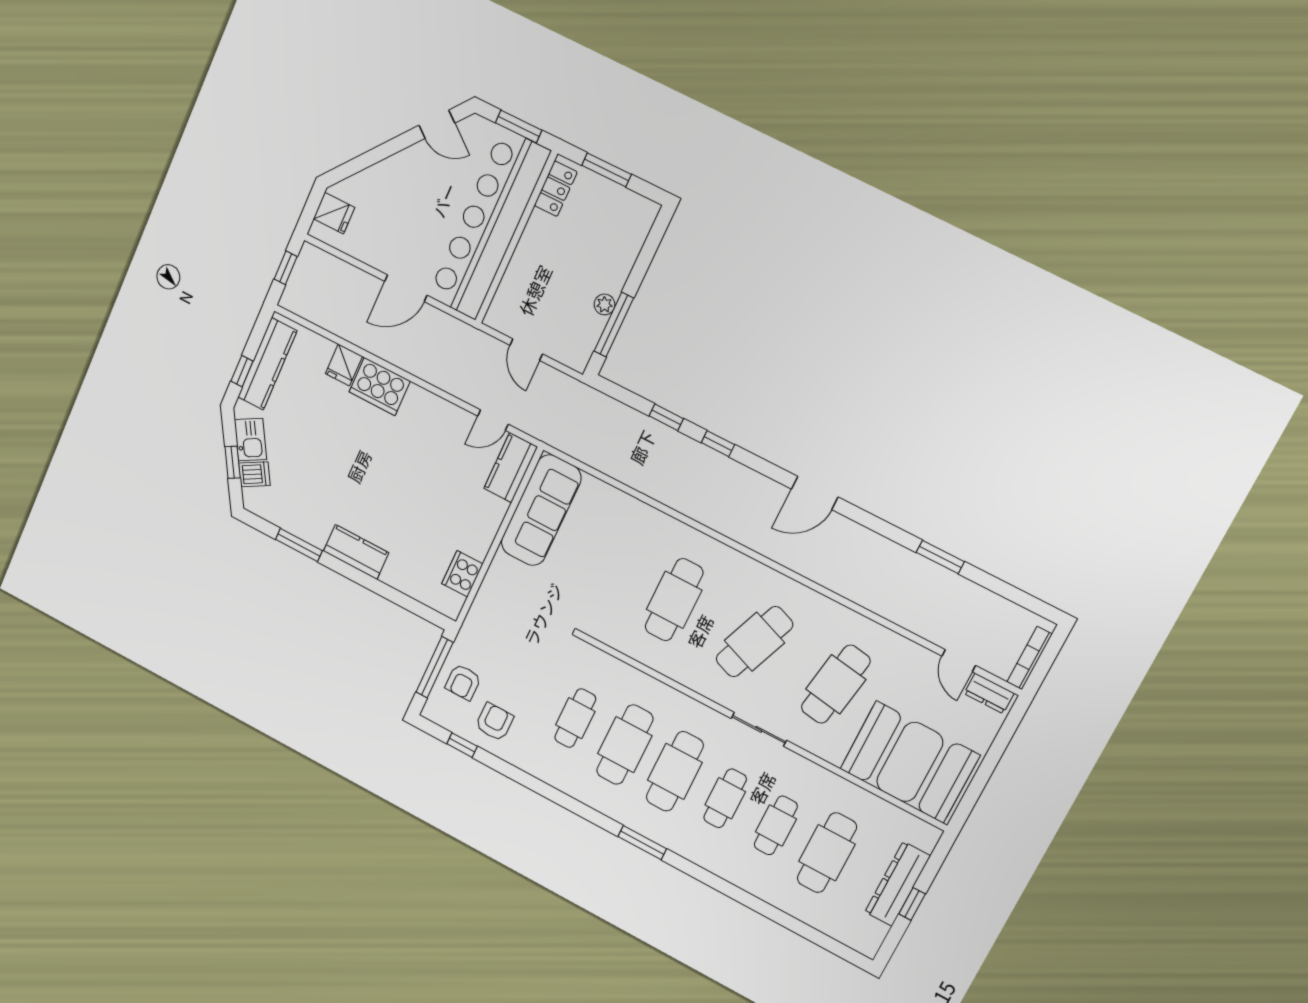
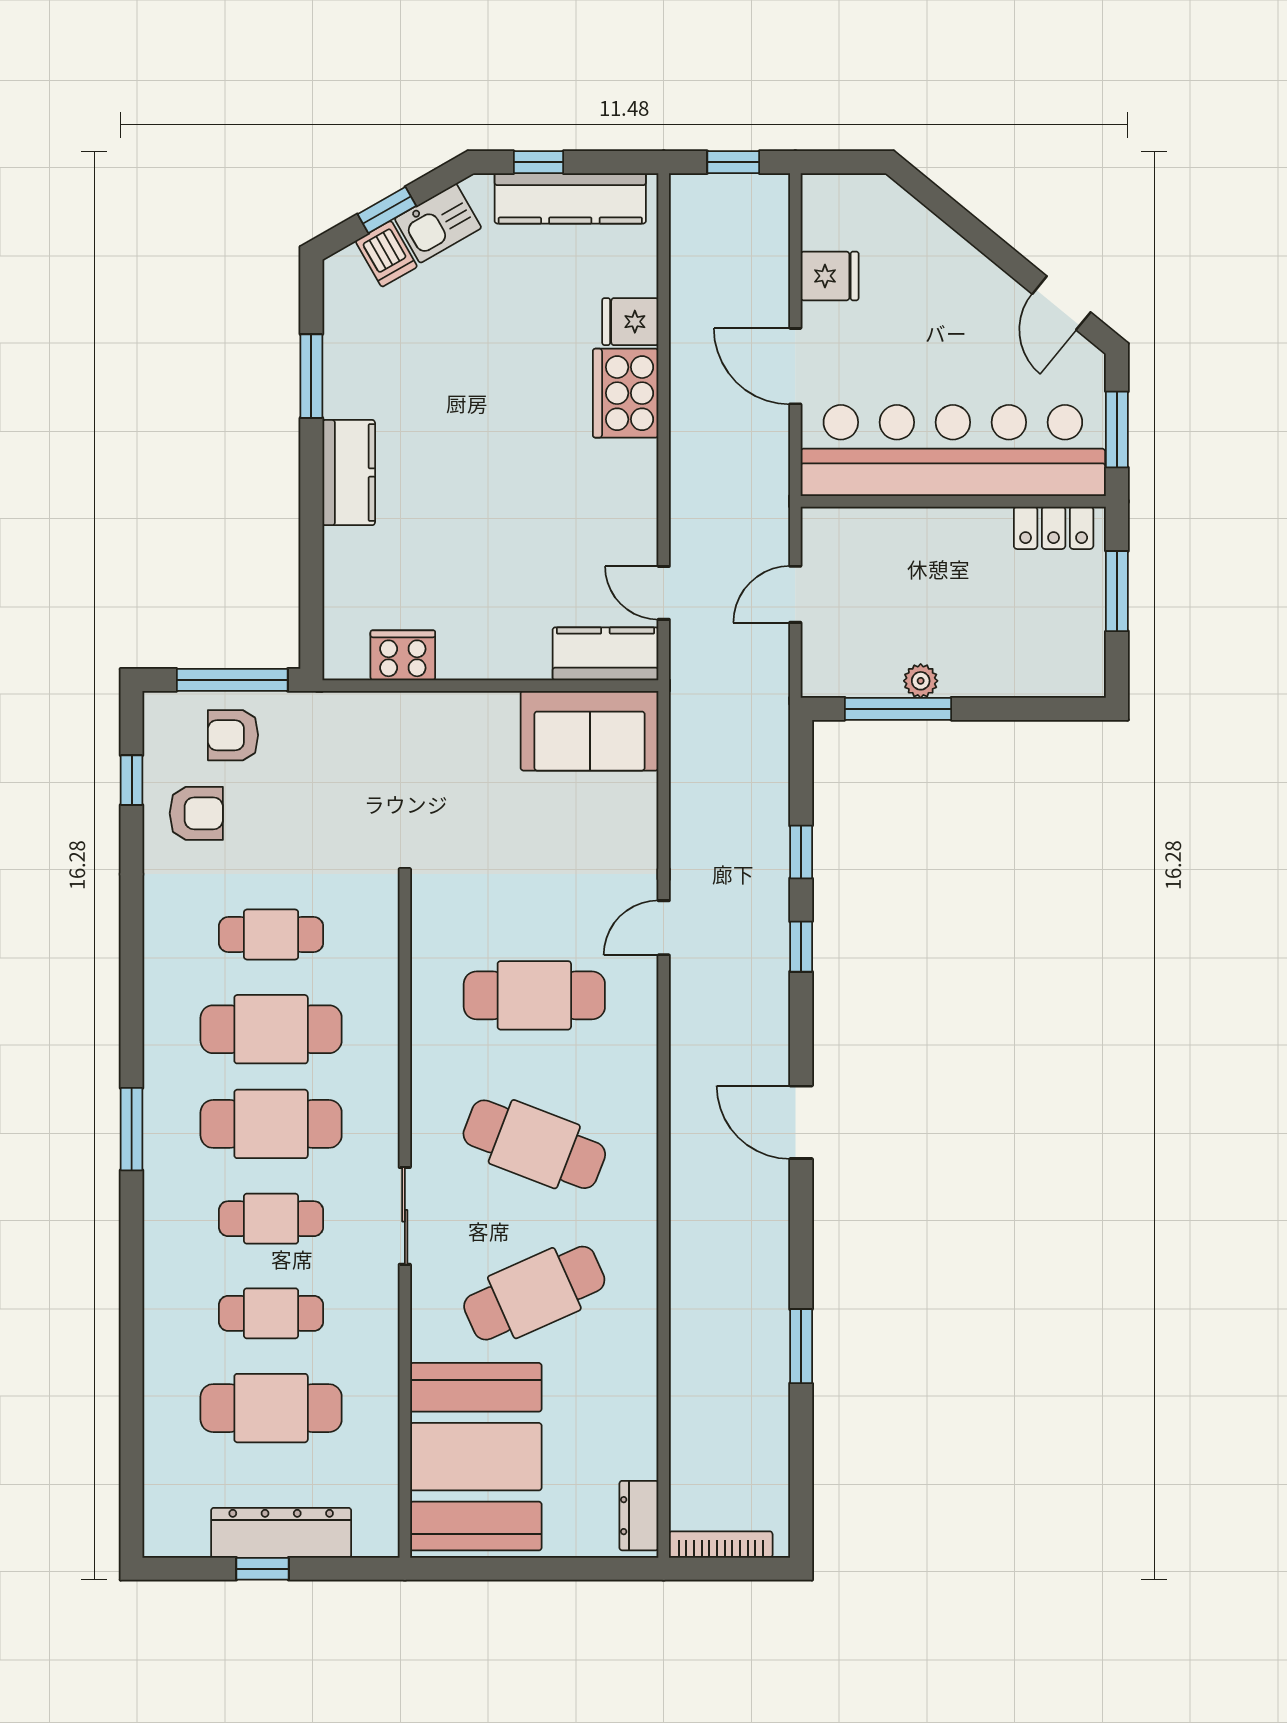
fridge: (334, 213) -> (830, 276), moved, turned -90
sofa: (541, 510) -> (590, 731), width x0.73
door: (959, 661) -> (664, 928), moved
cafe table: (836, 684) -> (534, 1293), turned -33

